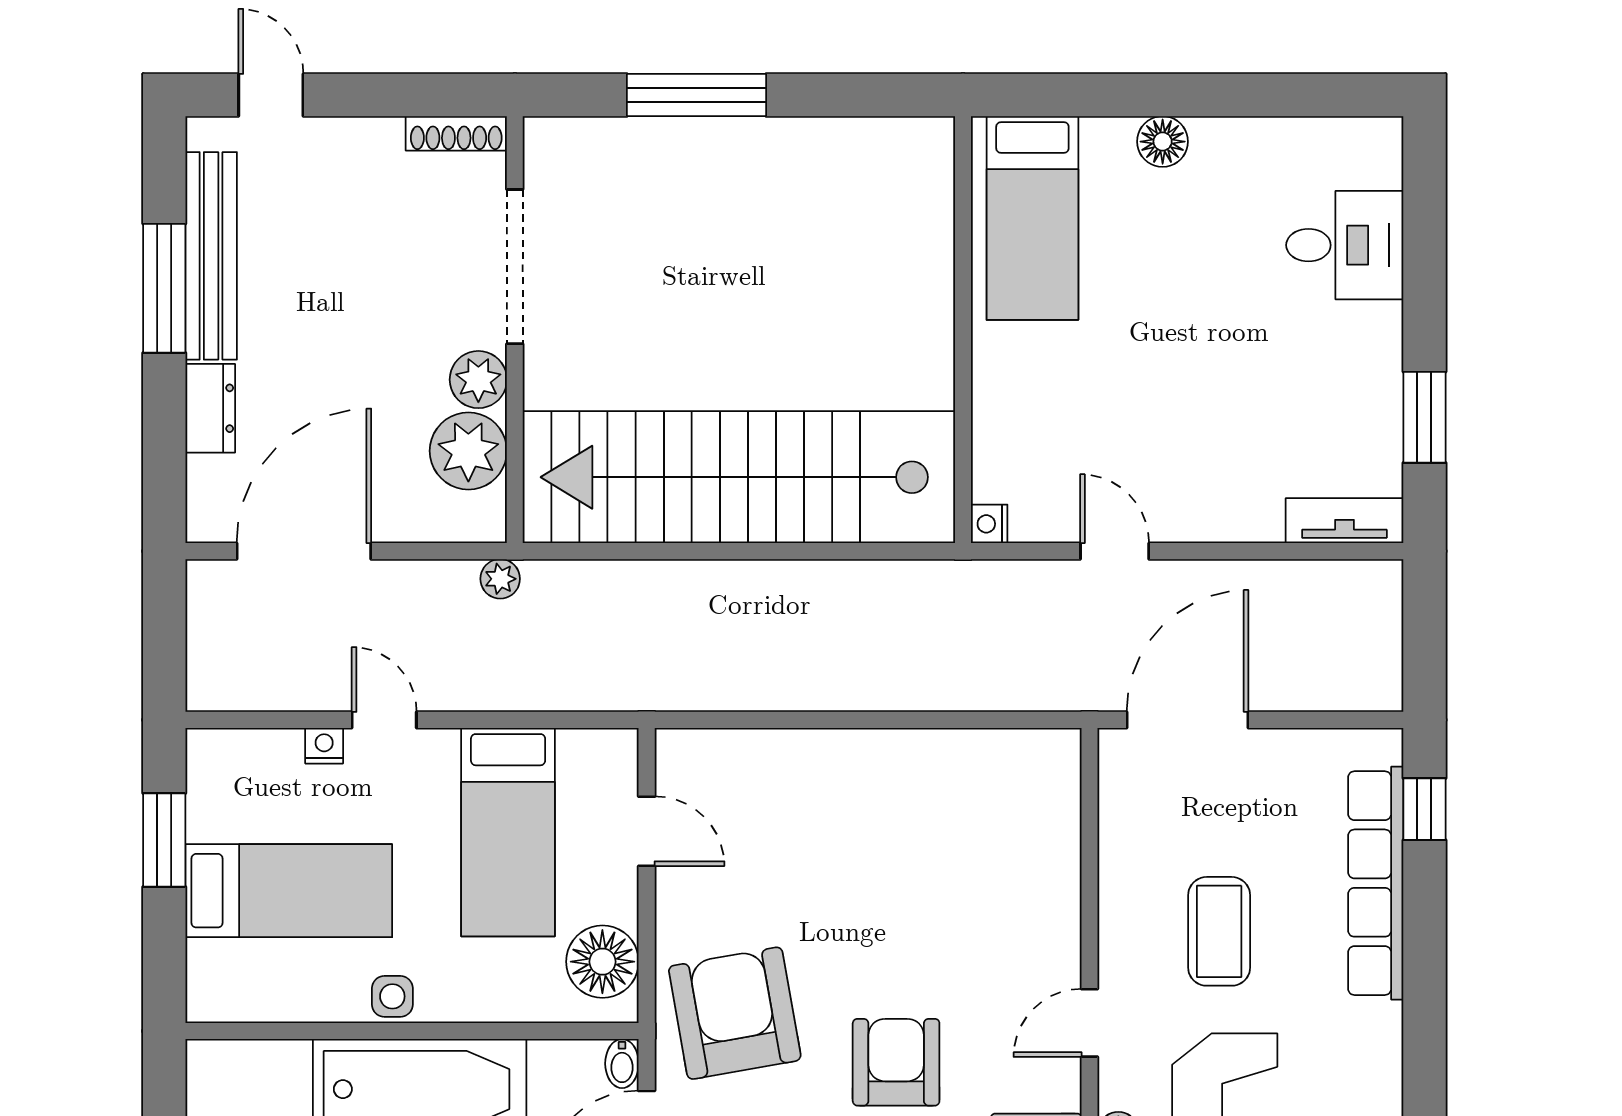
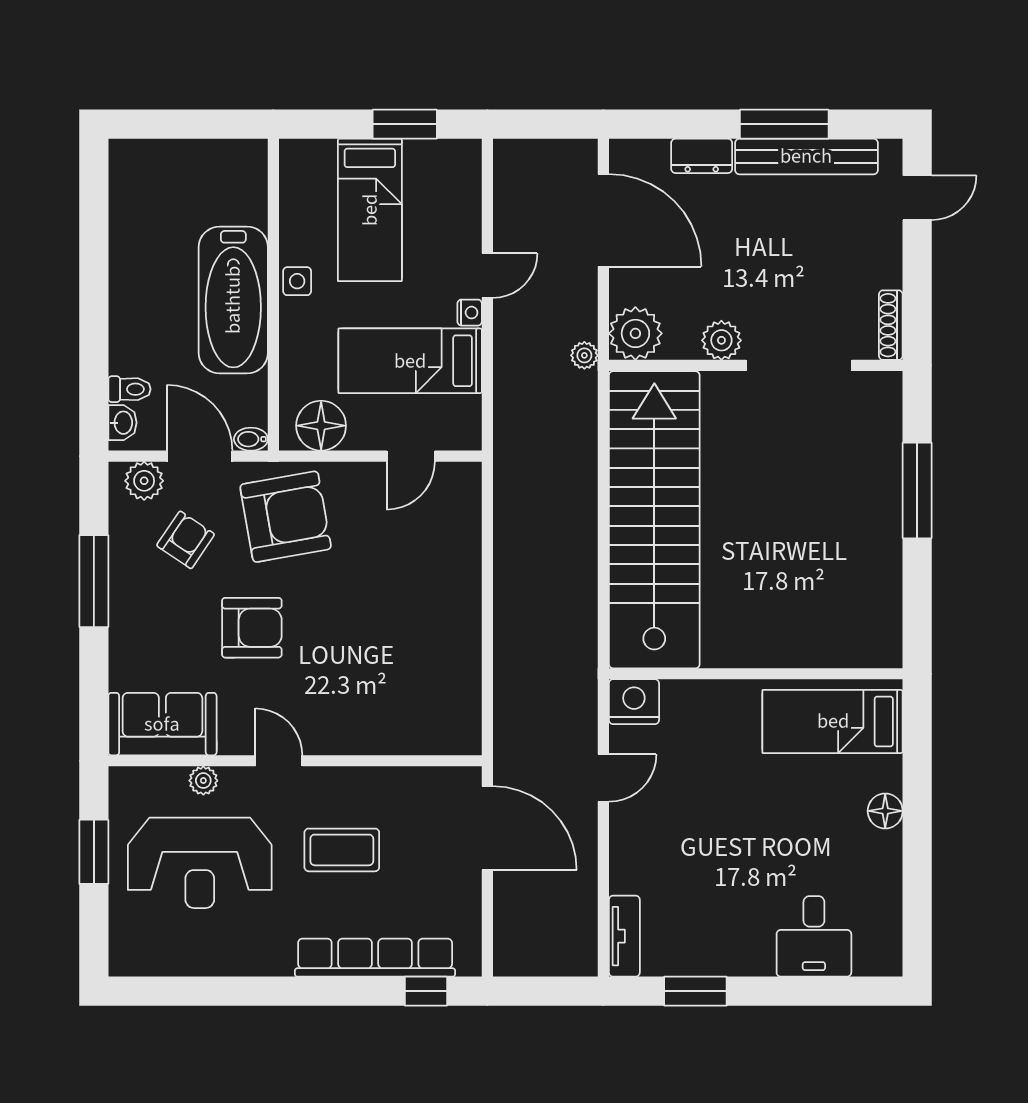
plant: (468, 451) -> (635, 333), moved
nightstand: (989, 524) -> (634, 702), width x1.89, depth x1.79
nightstand: (324, 746) -> (470, 313), moved

